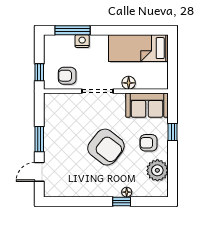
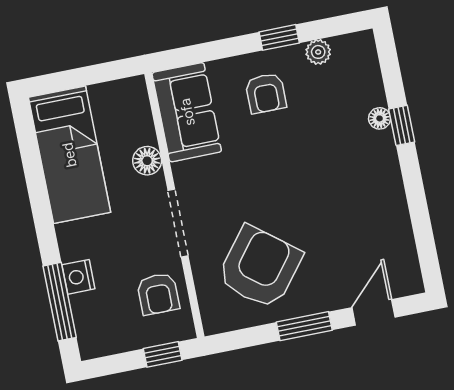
window: (173, 132) -> (279, 37), moved
armchair: (106, 147) -> (260, 267), moved
plant: (157, 170) -> (318, 52), width x0.53, depth x0.53
door: (39, 172) -> (374, 312), swing flipped

